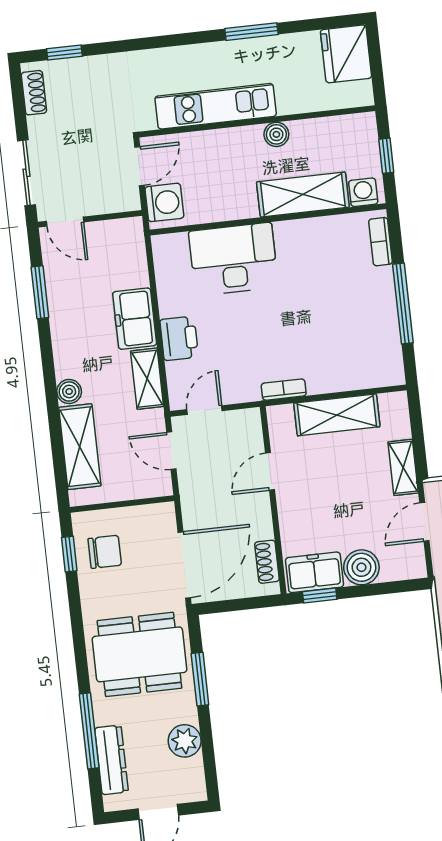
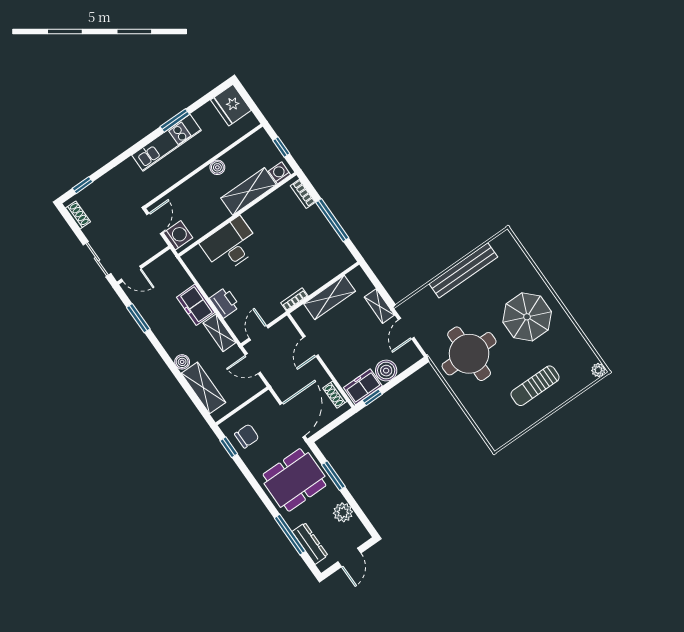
kitchen unit: (216, 106) -> (166, 143), moved, turned 180

